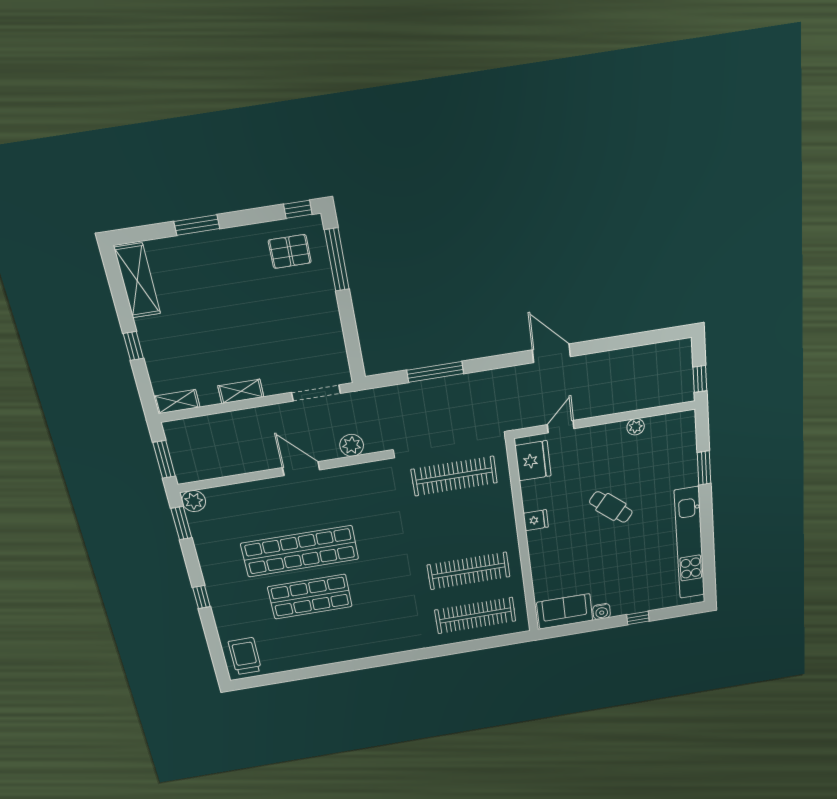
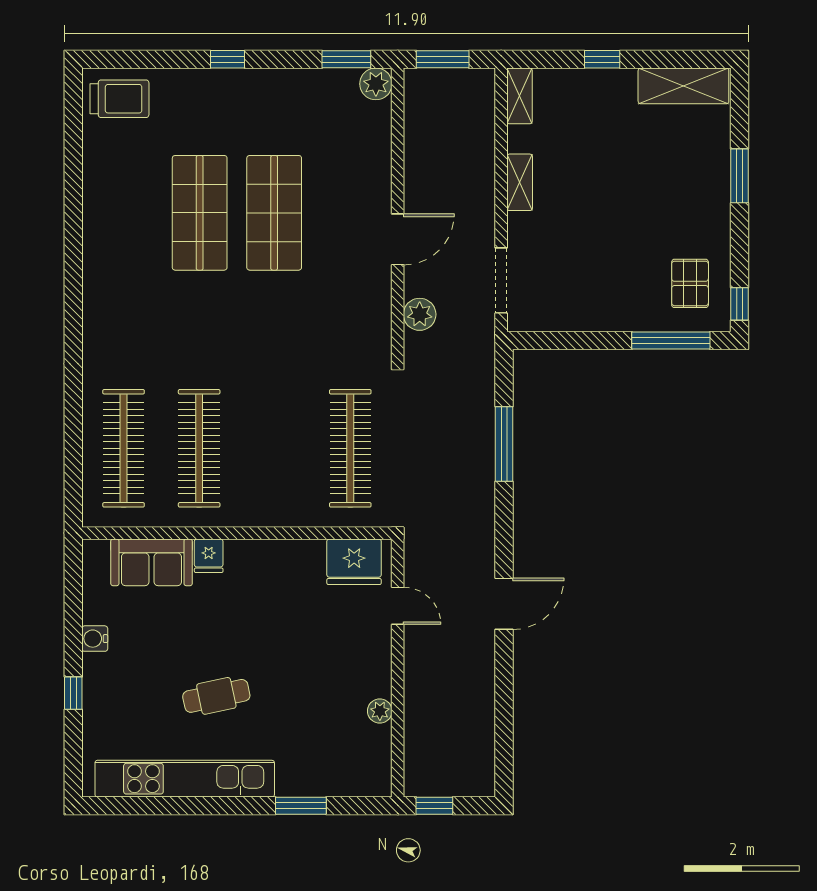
cafe table: (611, 507) -> (216, 696), moved, turned 38
fridge: (536, 520) -> (209, 556), moved
shop shelf: (300, 551) -> (274, 213), width x0.71
sofa: (565, 611) -> (151, 562), moved, turned 90

